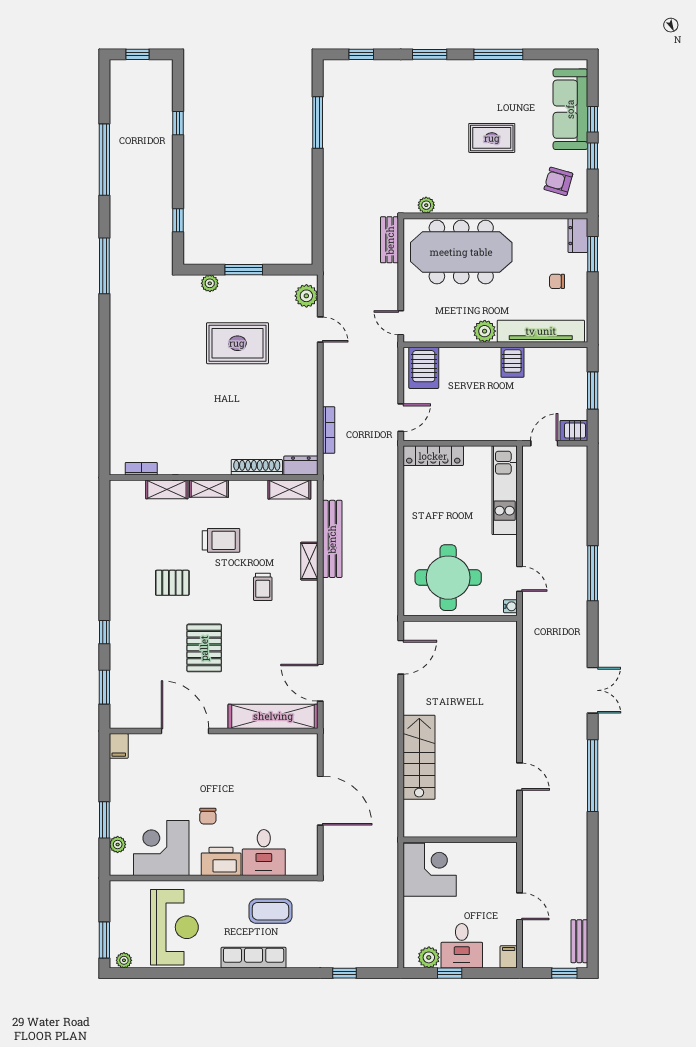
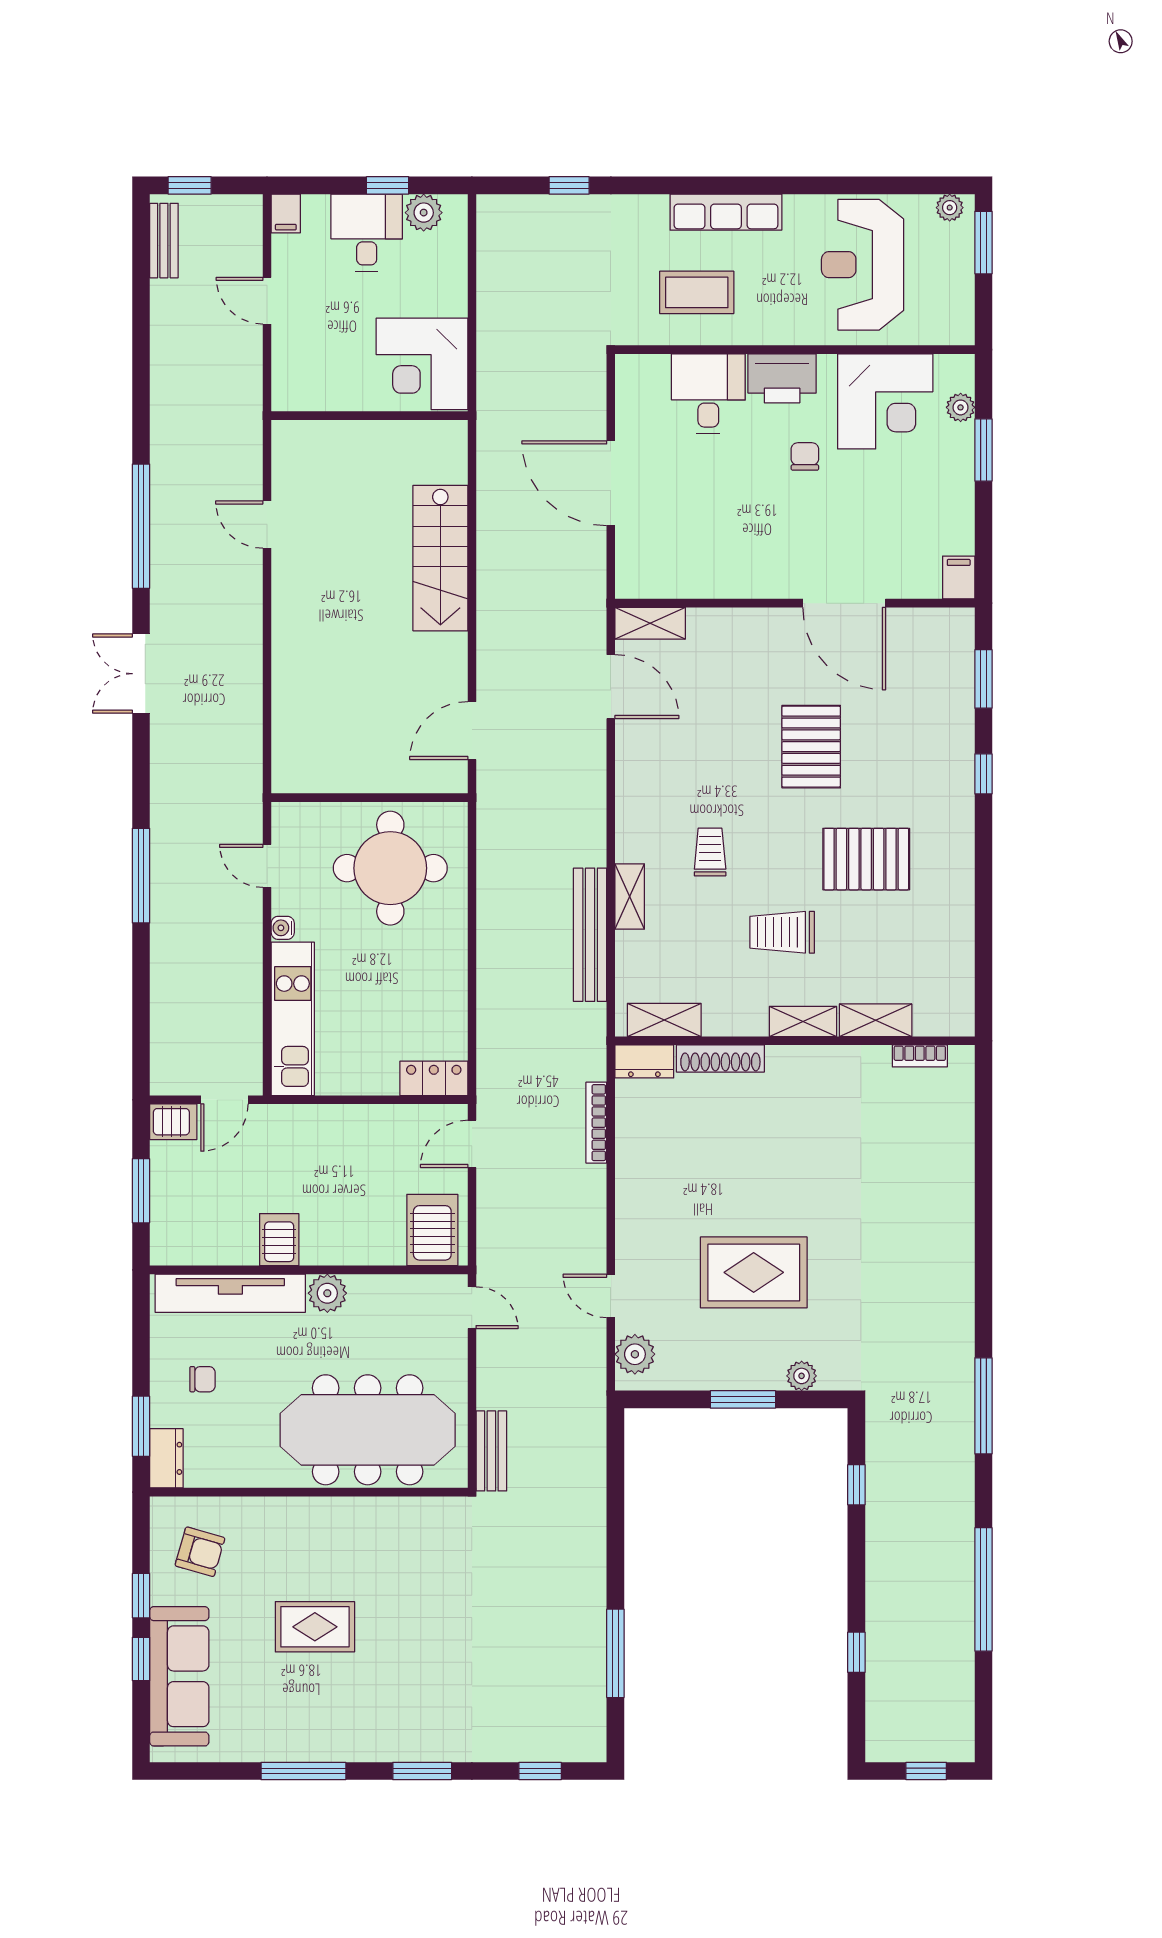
plant: (426, 205) -> (428, 1511), removed
locker: (433, 456) -> (434, 1078), width x0.66
pallet: (172, 583) -> (866, 859), width x1.50, depth x1.42
water cooler: (510, 606) -> (283, 928), moved
shelving: (273, 716) -> (650, 623), width x0.45, depth x0.75

